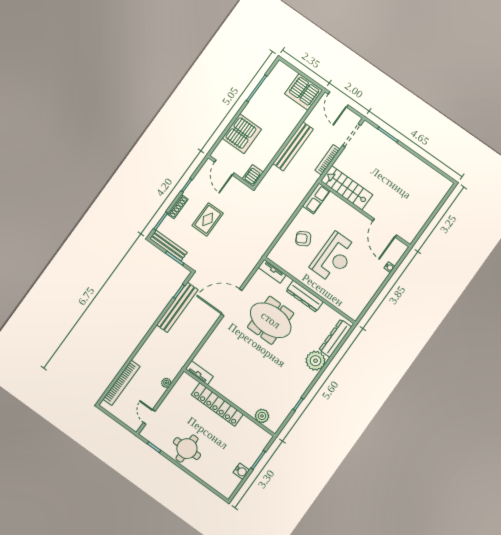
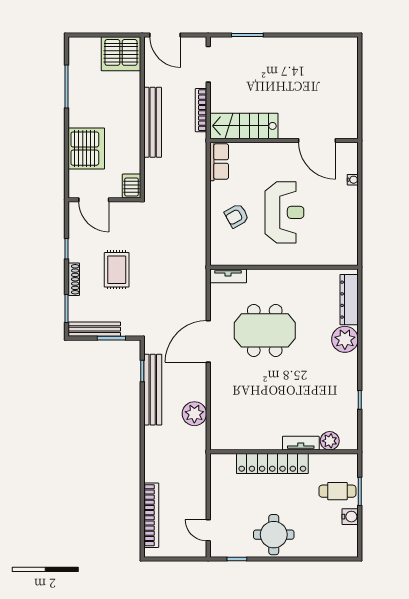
dresser: (305, 296) -> (283, 278), removed
tv unit: (199, 373) -> (301, 443), moved
plant: (166, 383) -> (194, 414), moved, width x1.87, depth x1.87
cafe table: (245, 450) -> (337, 491), added

